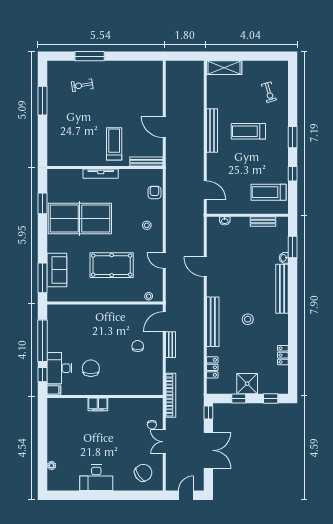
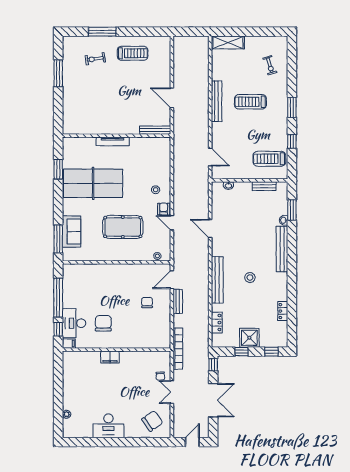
treadmill: (114, 144) -> (133, 53), moved, turned 90
armchair: (155, 192) -> (164, 209), moved

